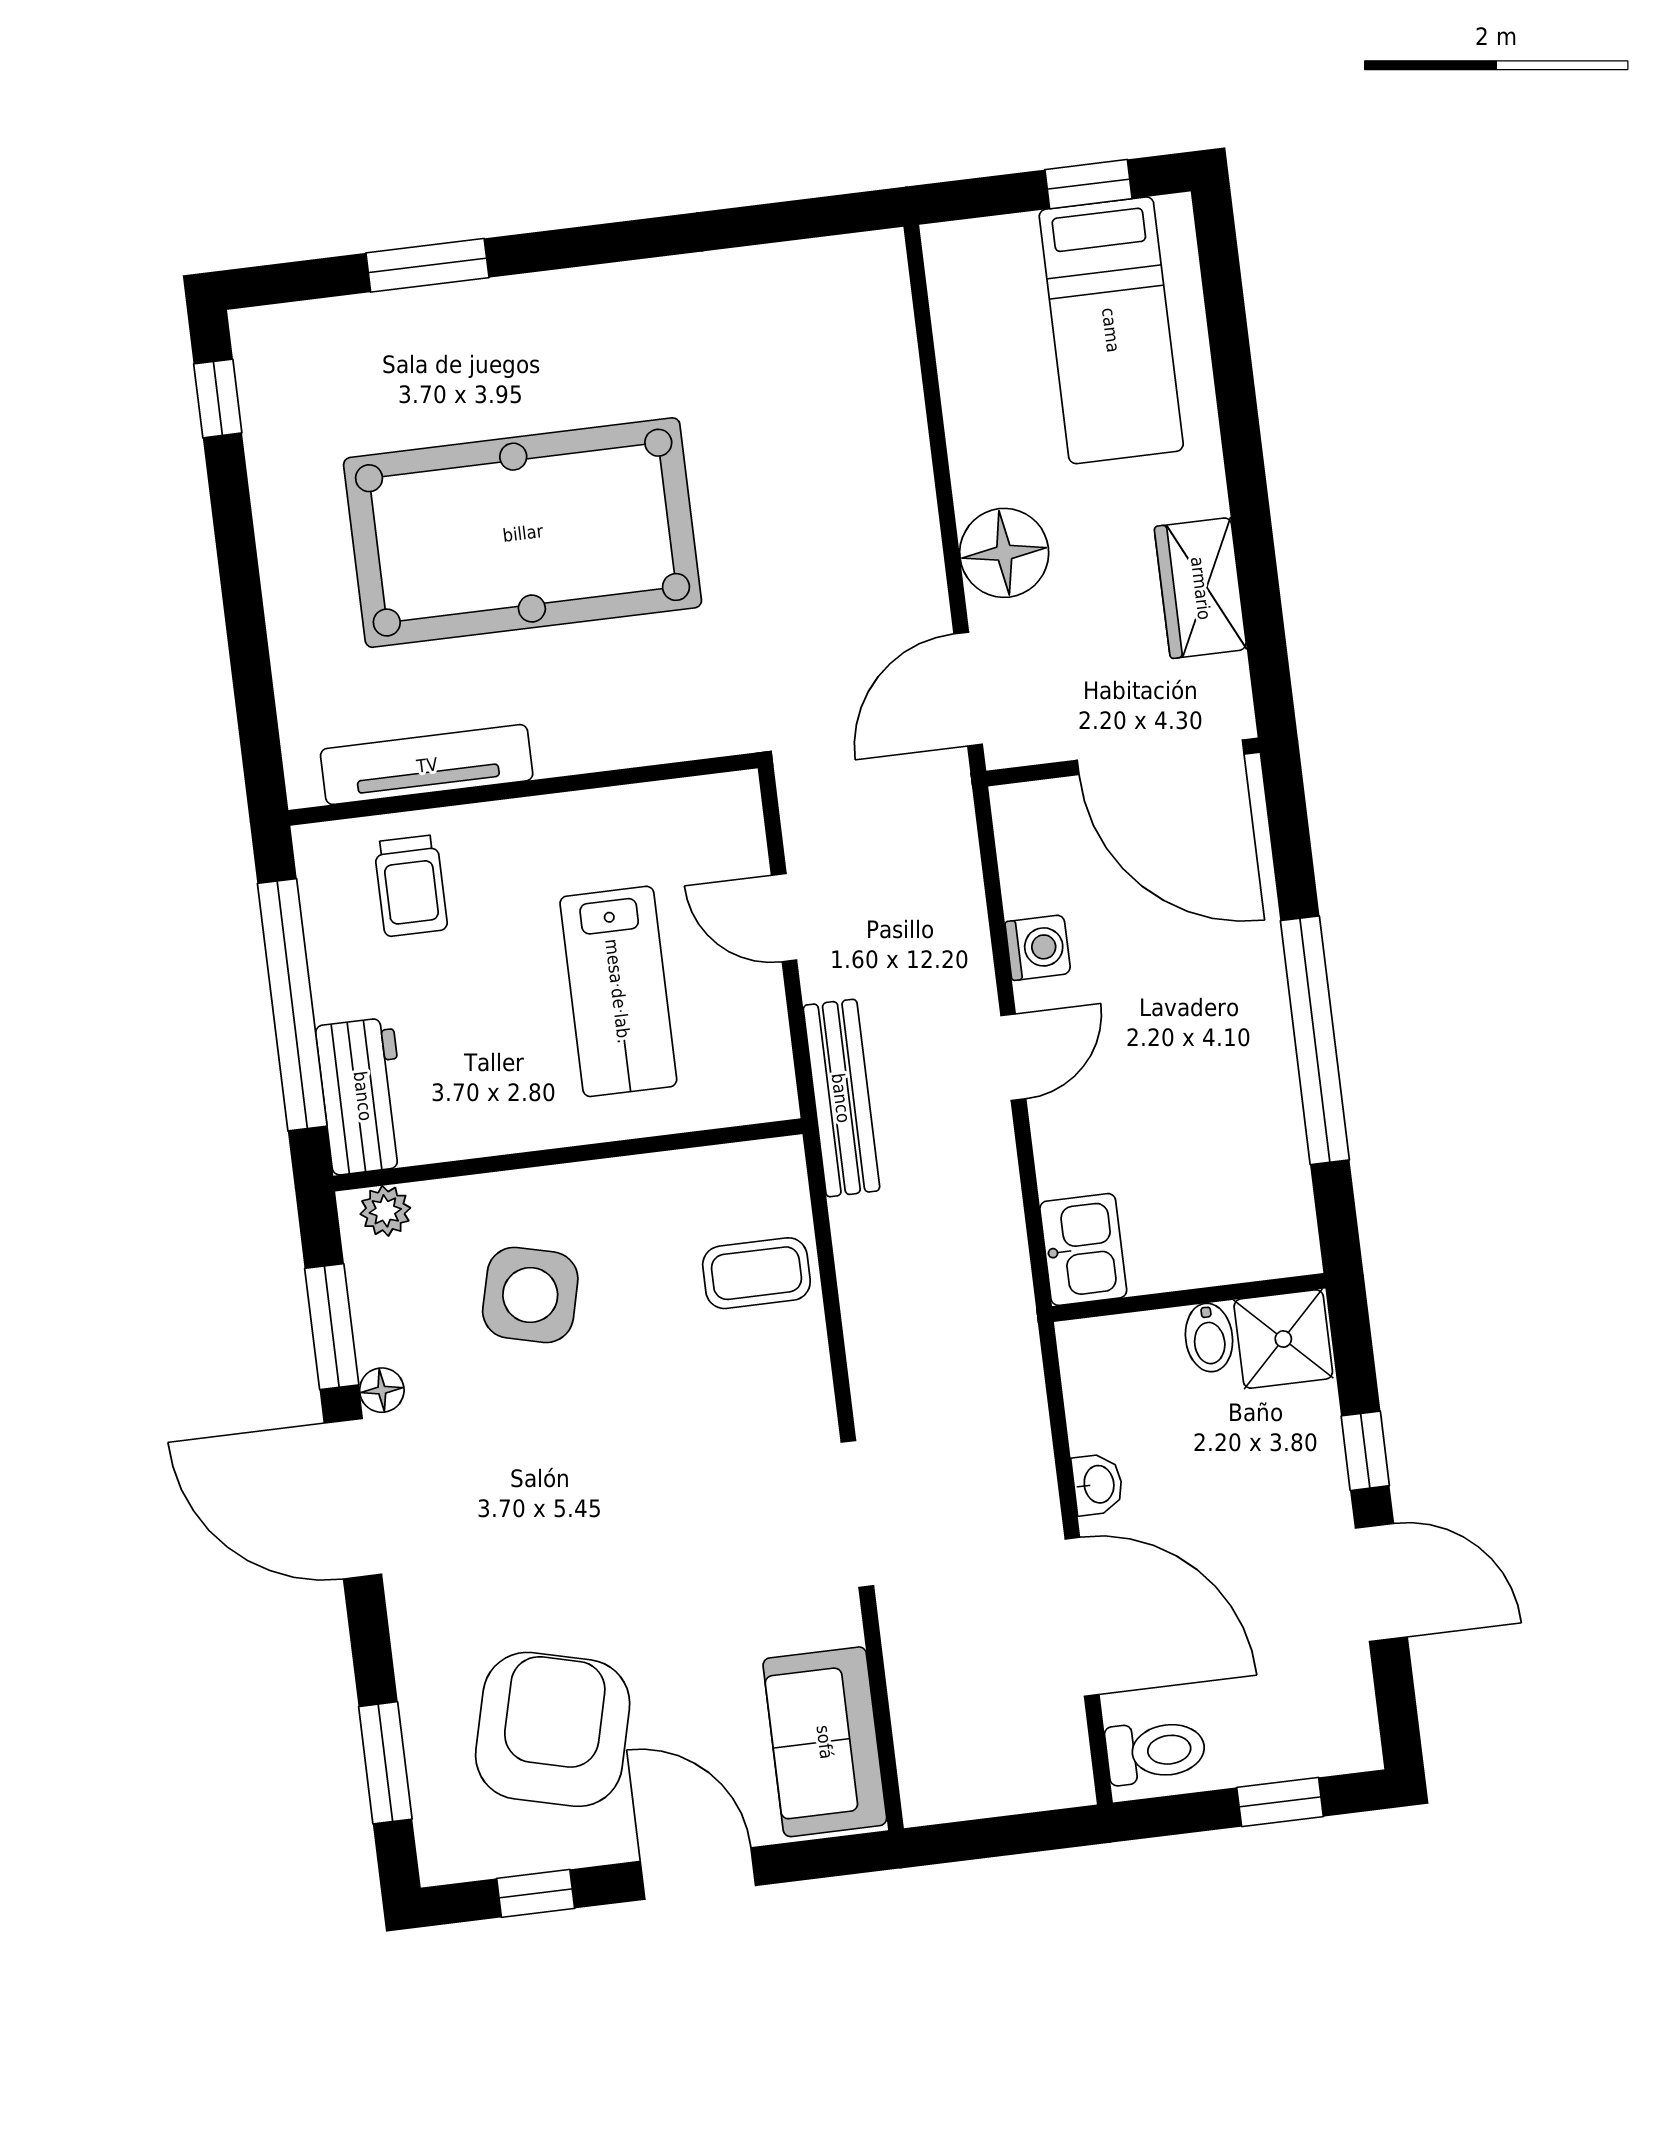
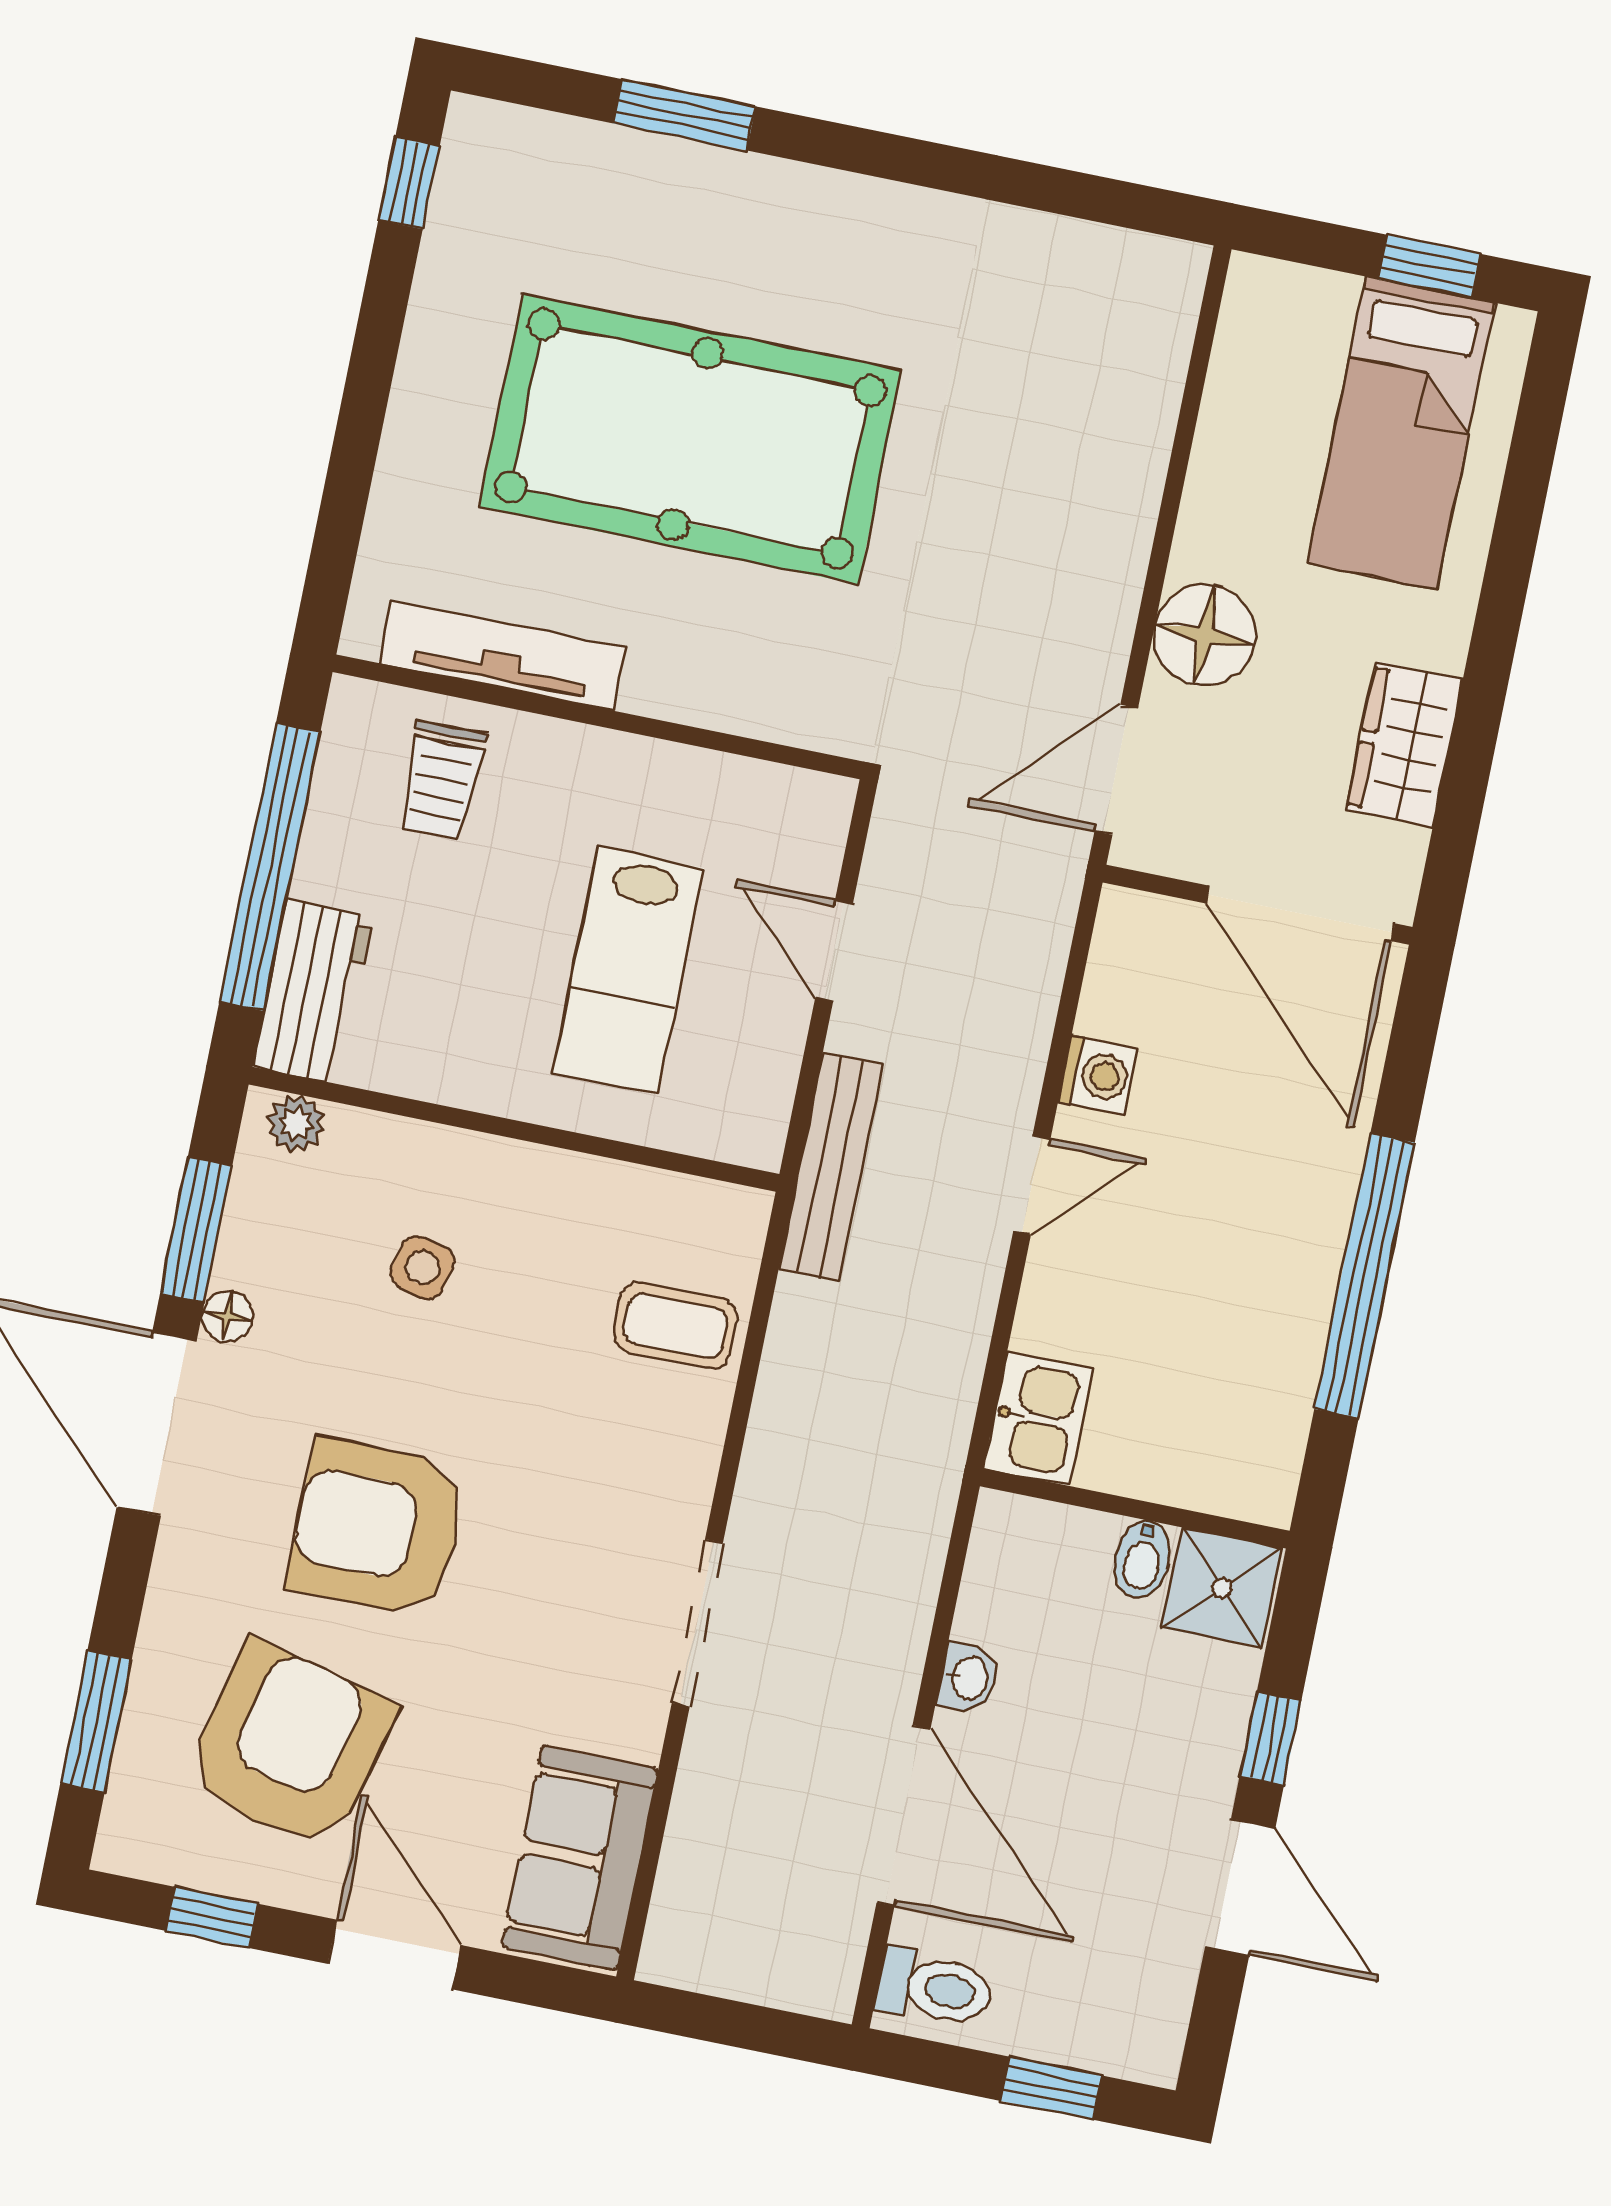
side table: (530, 1295) -> (423, 1267), width x0.54, depth x0.54
armchair: (565, 1524) -> (377, 1528), added

